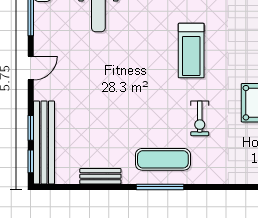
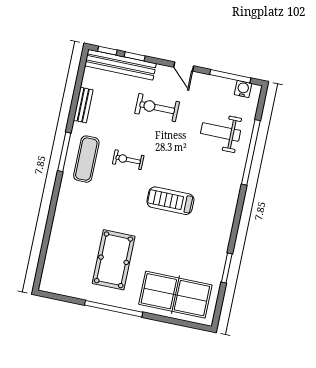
exercise bike: (85, 89) -> (157, 108), added
exercise bike: (200, 118) -> (128, 160), moved

